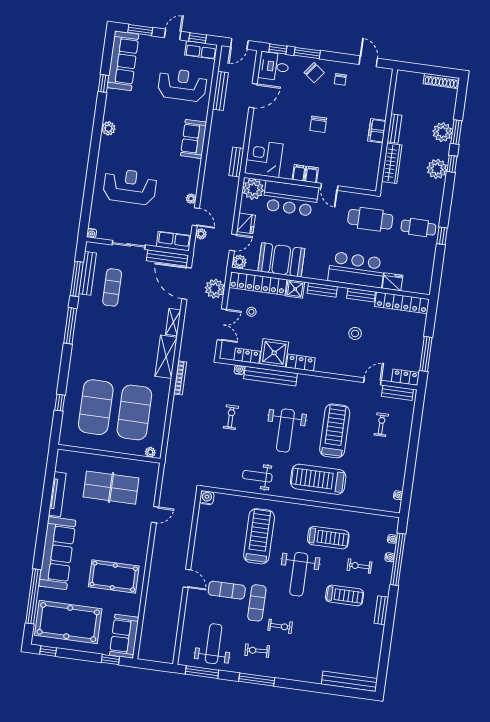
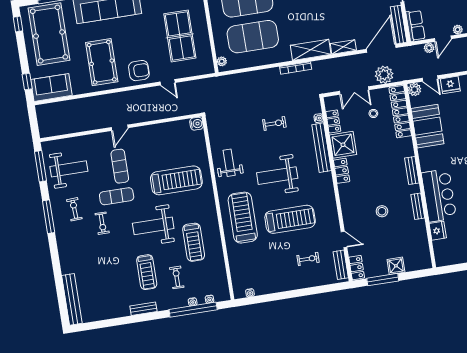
shower: (295, 289) -> (396, 266), moved
locker: (402, 303) -> (422, 245), removed
armchair: (134, 541) -> (139, 71), added

